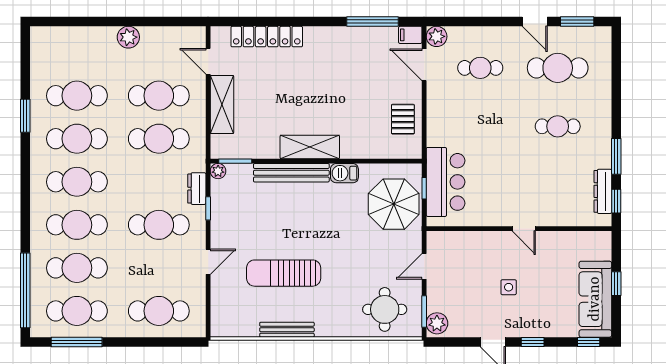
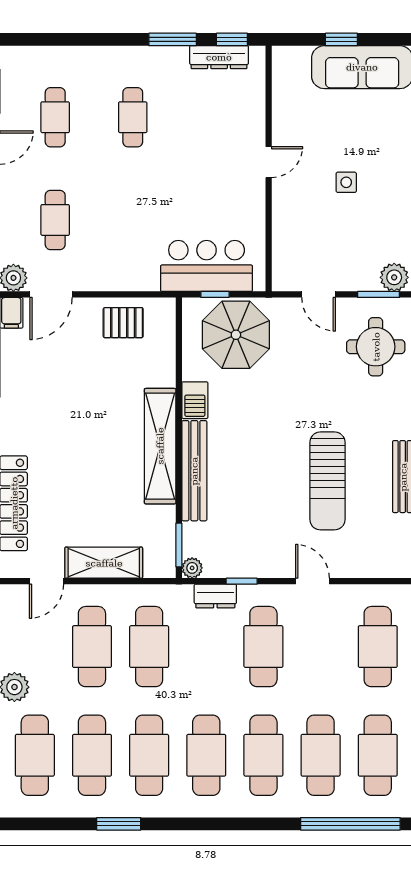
cafe table: (77, 53) -> (35, 755), added
cafe table: (558, 68) -> (55, 117), width x0.73, depth x0.74
shelving: (310, 147) -> (160, 446), width x1.47

